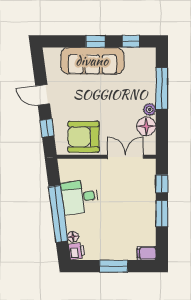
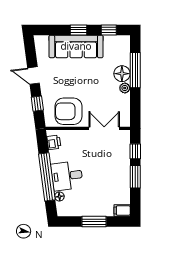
floor lamp: (146, 126) -> (122, 74), moved
desk: (80, 197) -> (67, 176), moved
printer: (77, 251) -> (54, 142), moved

